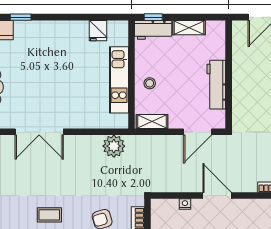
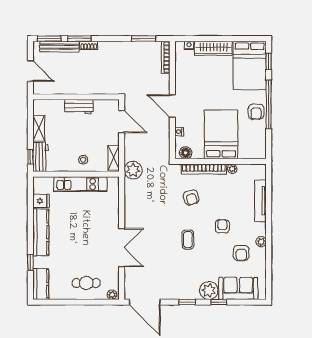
kitchen counter: (58, 30) -> (41, 232), added
workbench: (216, 85) -> (79, 107), width x0.73
plant: (114, 146) -> (133, 170), moved
door: (217, 195) -> (172, 106), hinge flipped
floor lamp: (158, 212) -> (186, 153), added

